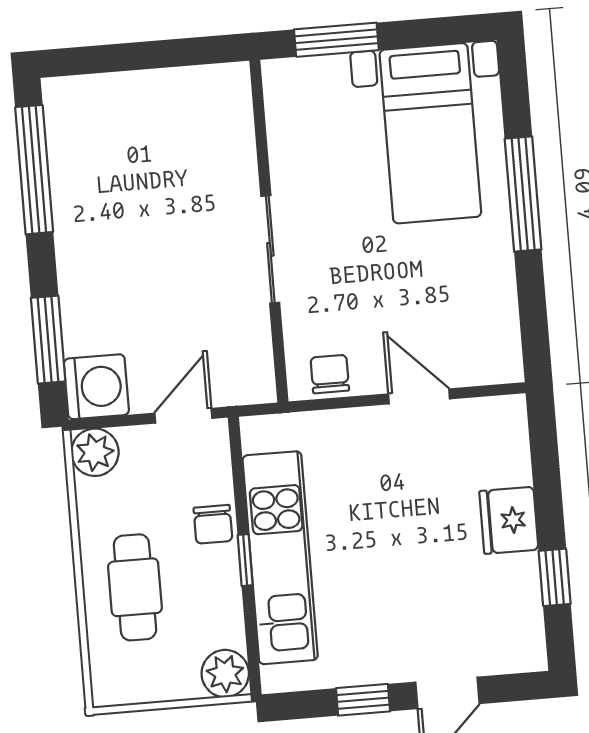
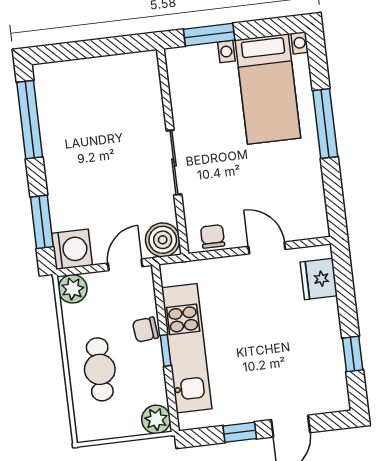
boiler: (247, 377) -> (163, 240), added
fridge: (509, 520) -> (319, 279), moved
chair: (213, 524) -> (145, 330), turned 84

